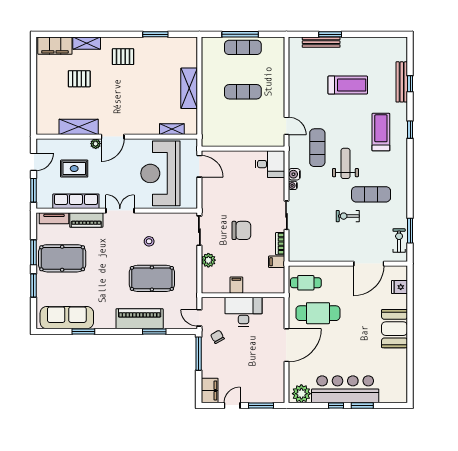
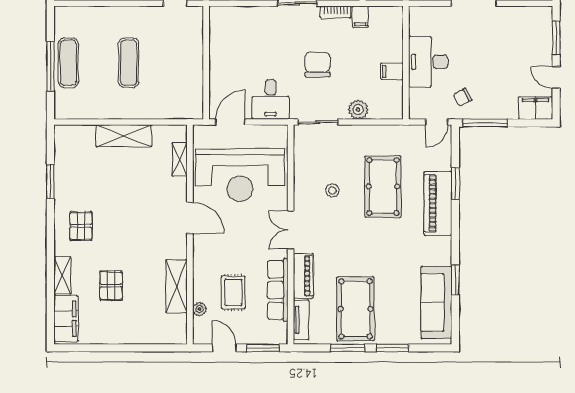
door: (113, 137) -> (190, 218), moved
plant: (96, 144) -> (200, 309), moved
desk: (270, 164) -> (271, 99), moved, turned 180

